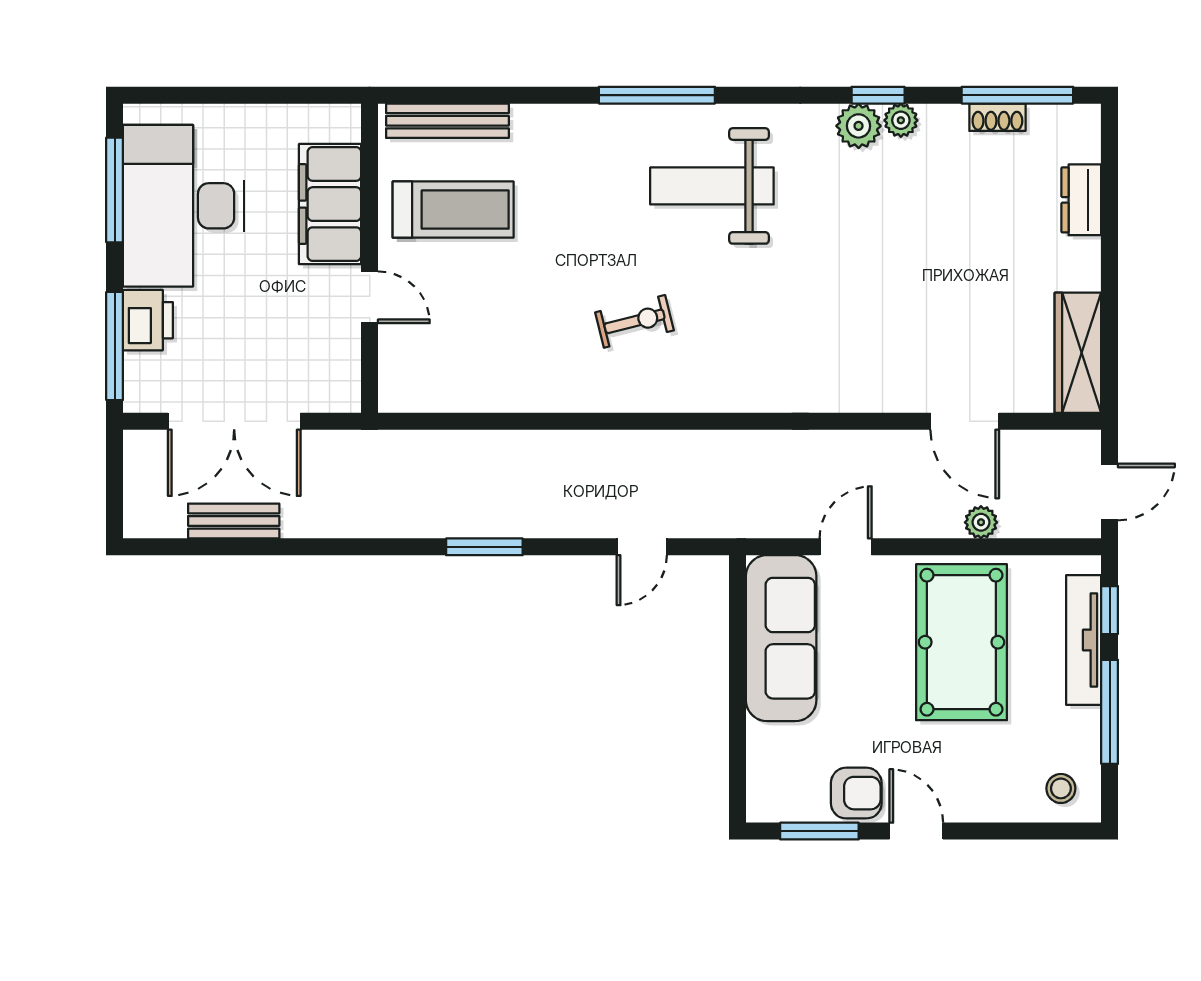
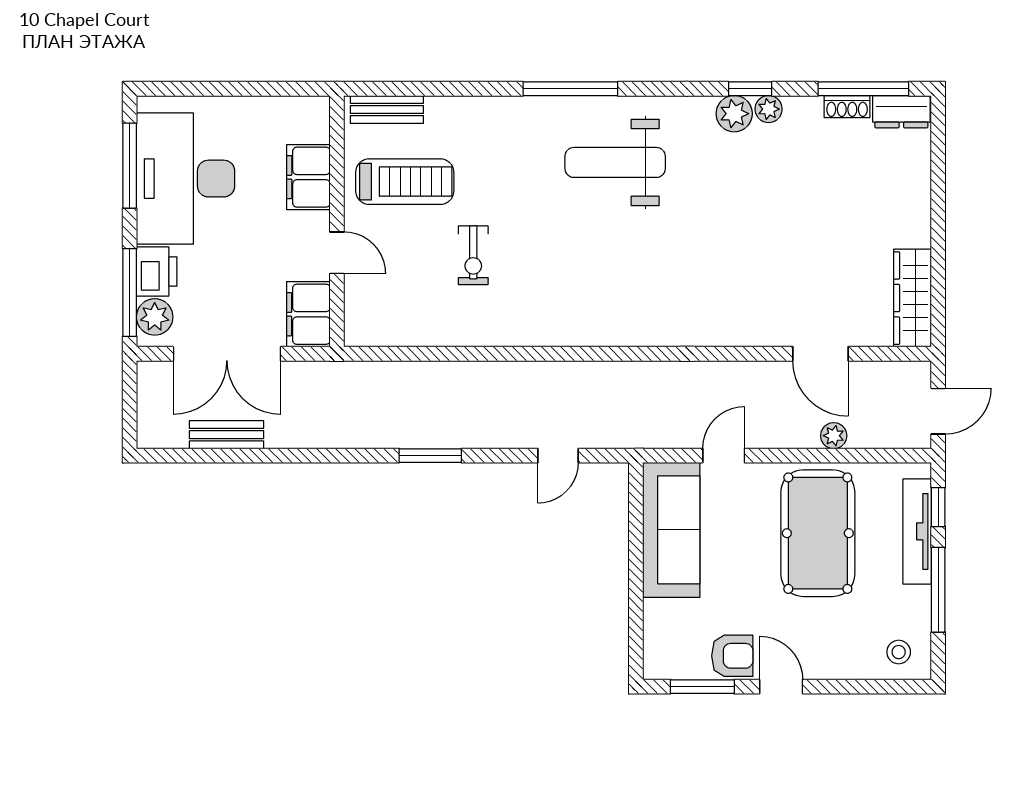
bench: (447, 121) -> (387, 109), width x0.73
dresser: (1081, 200) -> (901, 112), moved, turned -90
filing cabinet: (330, 204) -> (308, 177), width x0.67, depth x0.86
exercise bike: (634, 321) -> (473, 255), moved, turned 104
filing cabinet: (334, 373) -> (308, 314), added
plant: (145, 376) -> (155, 317), added

